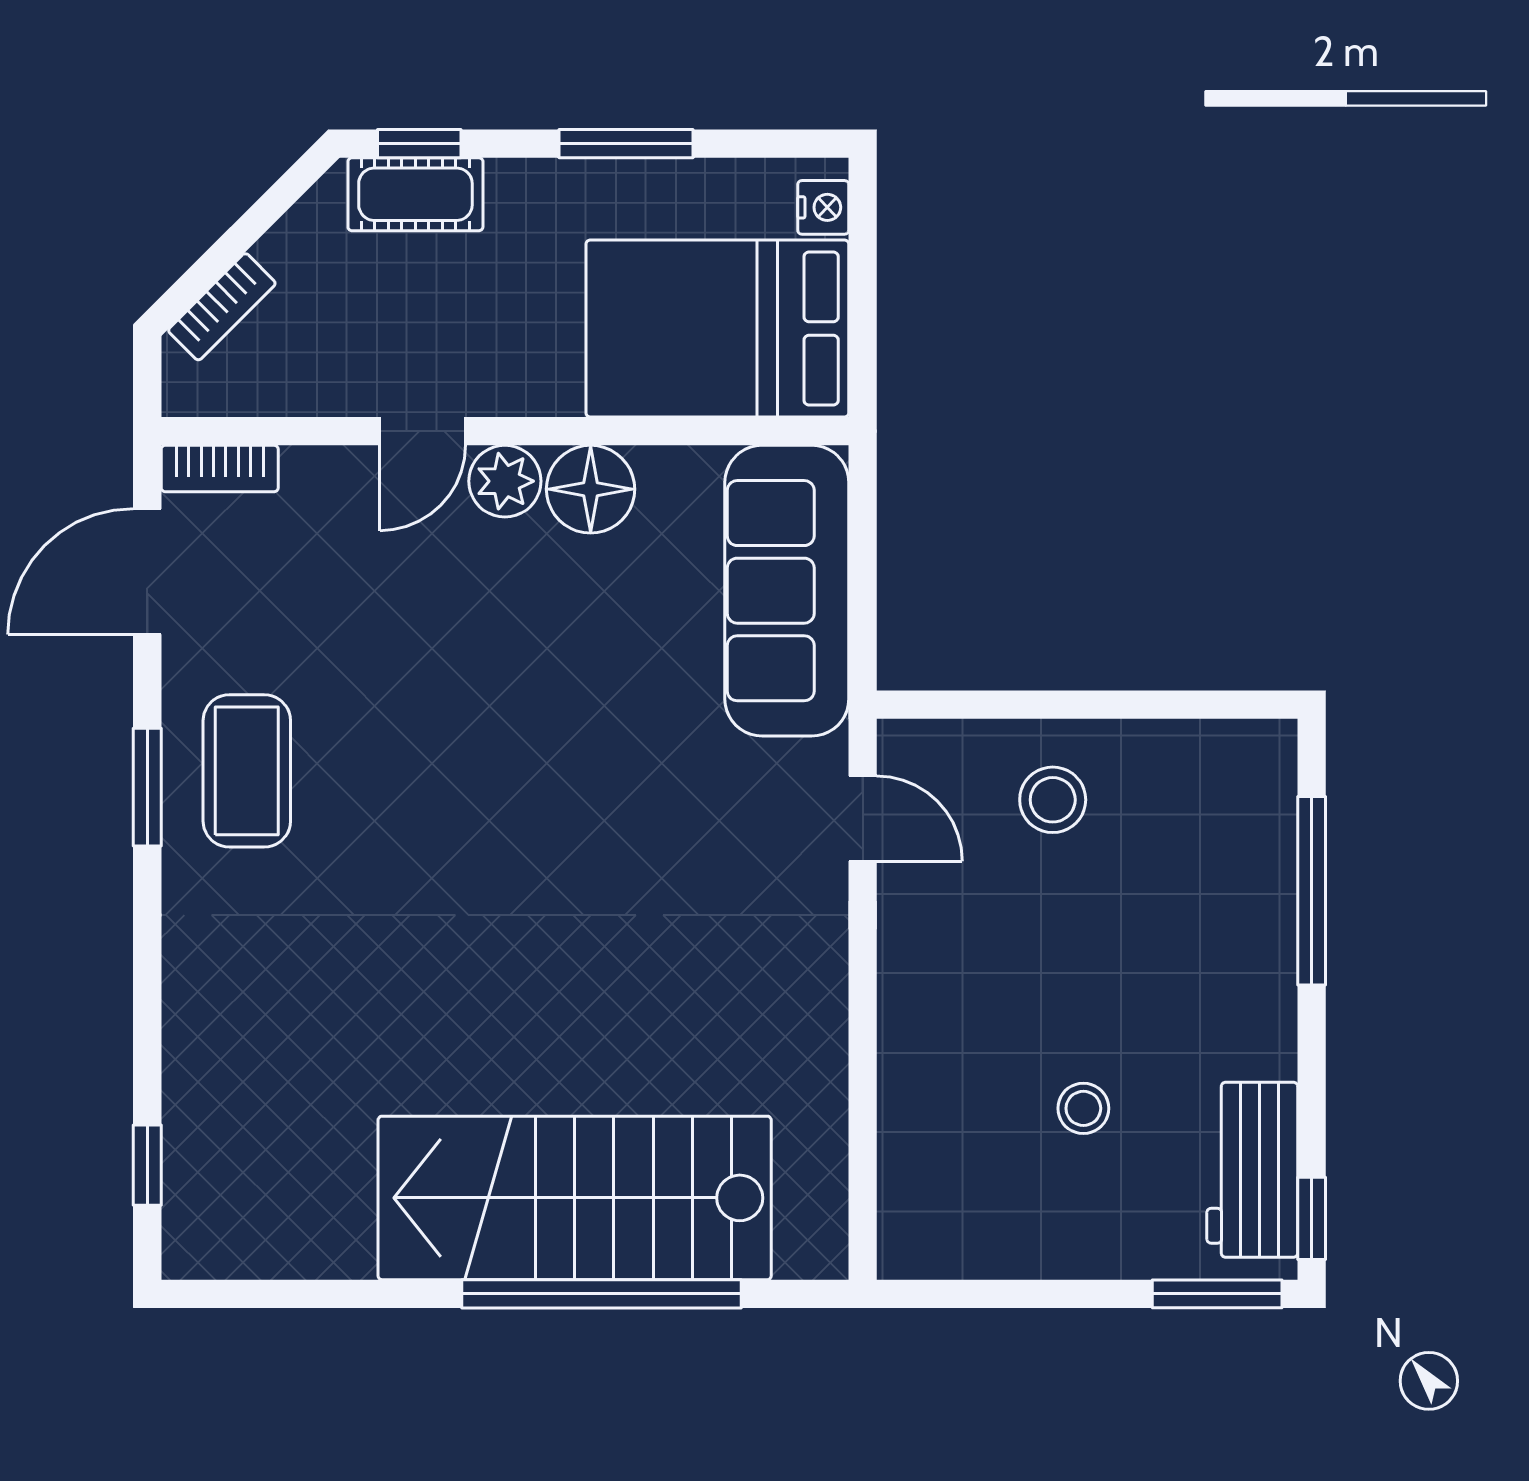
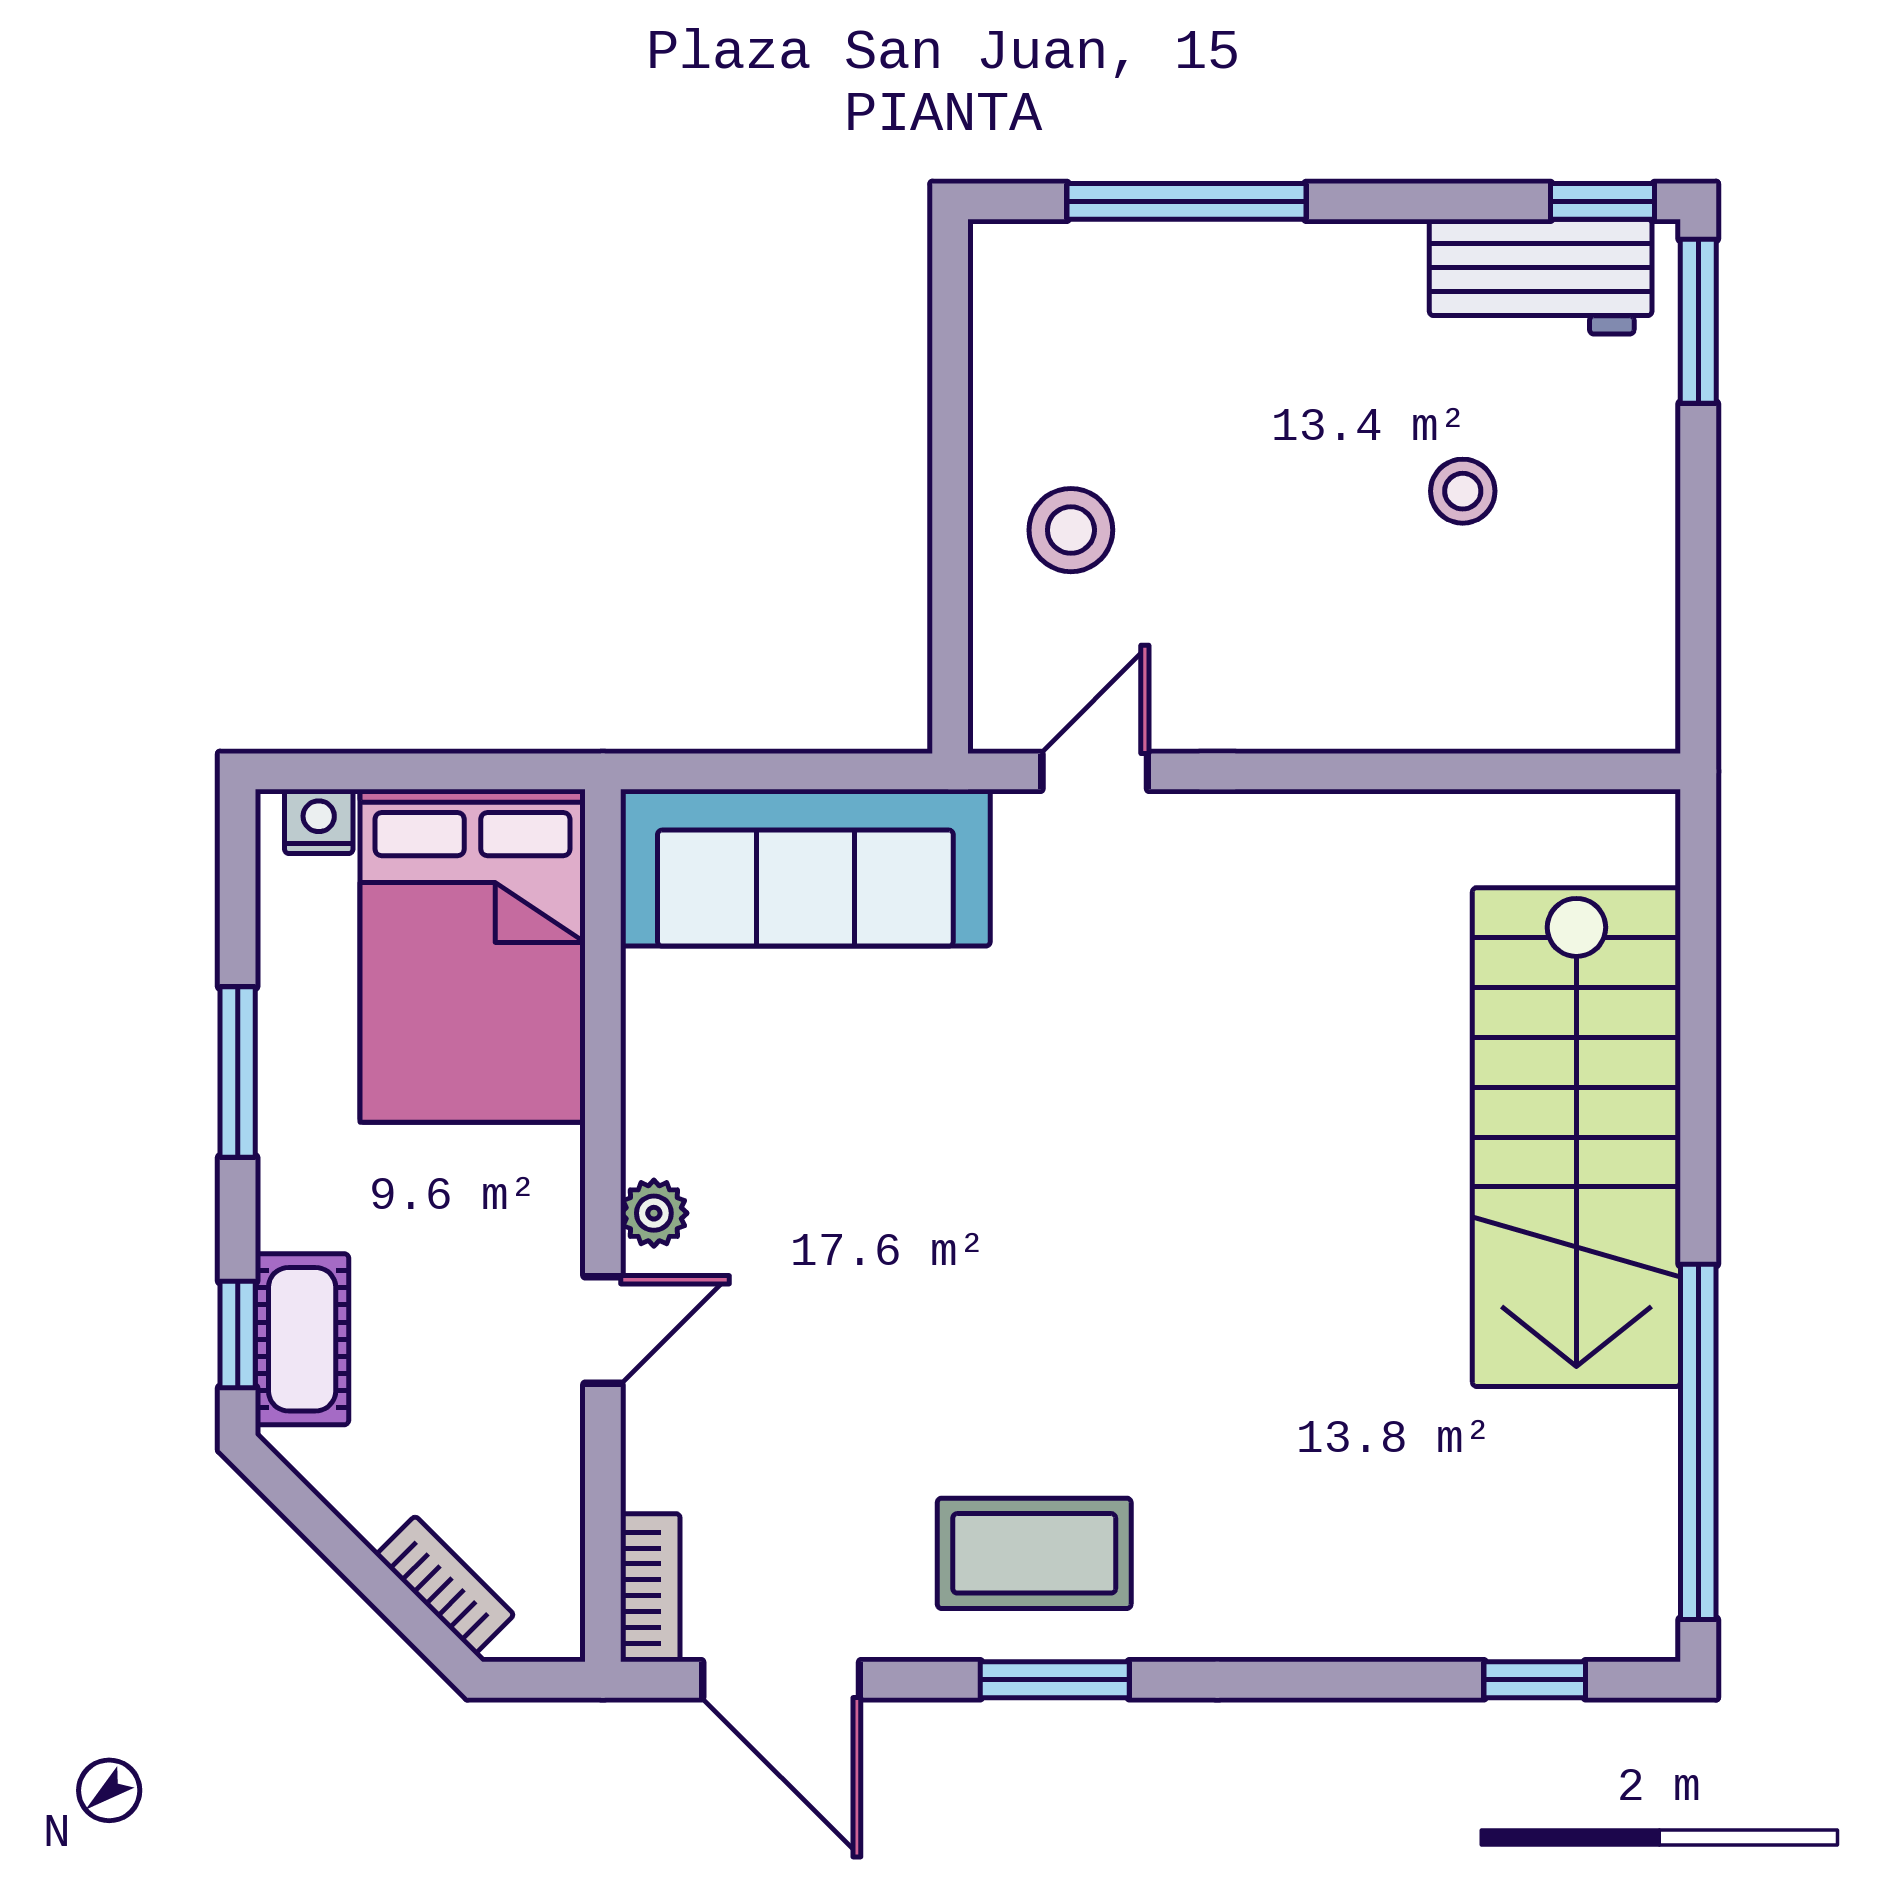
door: (423, 431) -> (603, 1330), hinge flipped
plant: (505, 481) -> (654, 1213), width x0.73, depth x0.73
floor lamp: (591, 489) -> (677, 1117), removed
window: (601, 1294) -> (1698, 1442), moved

